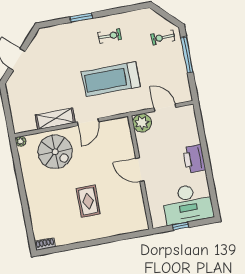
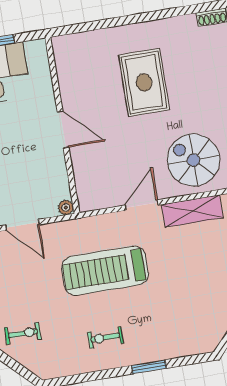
treadmill: (111, 79) -> (105, 271), turned 180
plant: (142, 123) -> (66, 208), width x0.53, depth x0.53
rug: (88, 201) -> (144, 82), width x1.36, depth x1.43

